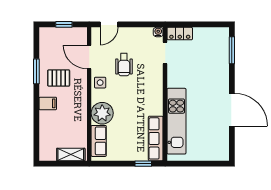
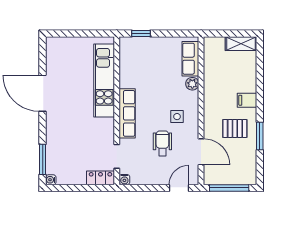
window: (64, 24) -> (229, 188), width x2.17
water cooler: (224, 32) -> (51, 180), added
side table: (100, 83) -> (177, 117), moved
plant: (102, 113) -> (192, 84), width x0.53, depth x0.53
row of seats: (156, 138) -> (127, 113), moved
shelving: (71, 155) -> (241, 44), moved

